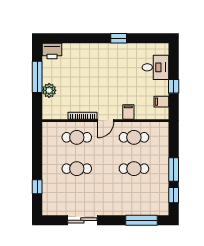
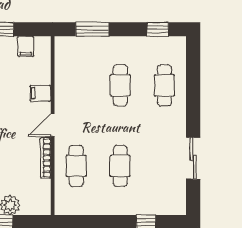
door: (106, 121) -> (53, 125), swing flipped
cafe table: (134, 137) -> (164, 85), moved
window: (174, 169) -> (92, 29), moved
window: (142, 220) -> (193, 75), removed

